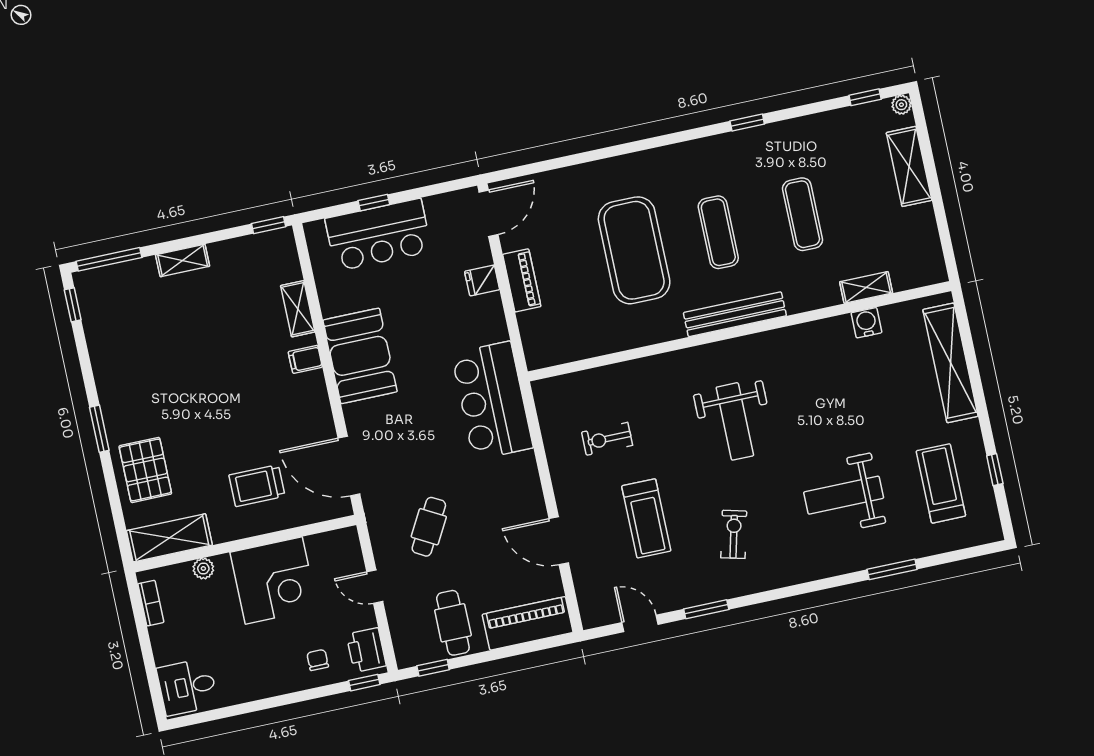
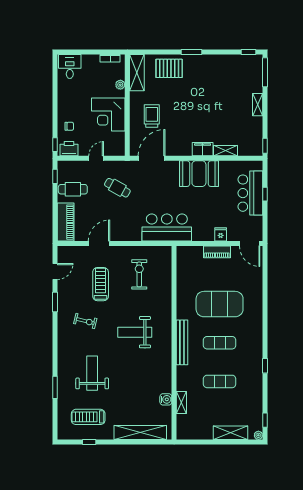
filing cabinet: (305, 359) -> (203, 149), width x2.00
exercise bike: (607, 439) -> (139, 274), width x1.38, depth x1.39
treadmill: (941, 483) -> (88, 417), turned 180
treadmill: (646, 518) -> (101, 284), turned 90

